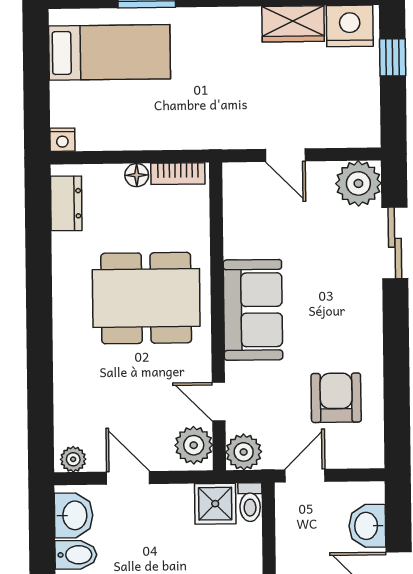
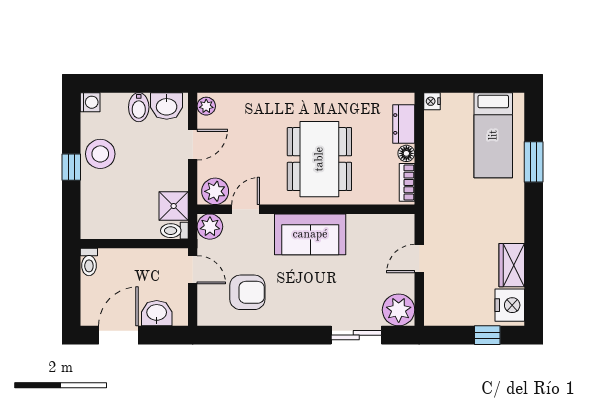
dresser: (66, 203) -> (404, 124), moved, turned 90

